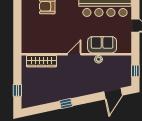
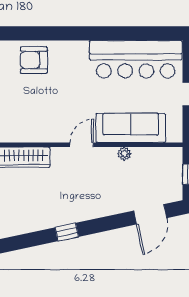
sofa: (102, 45) -> (131, 128), width x1.36

